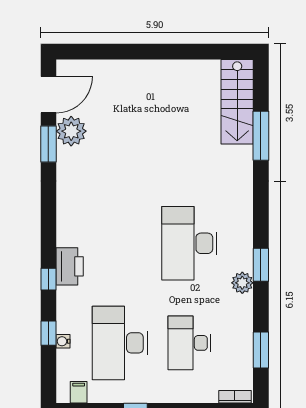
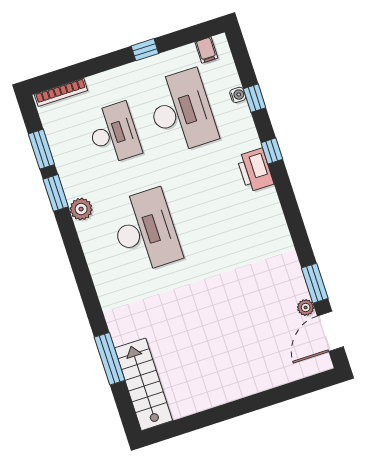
plant: (71, 131) -> (306, 307), width x0.53, depth x0.53
window: (261, 265) -> (56, 193), moved
bookcase: (235, 397) -> (61, 92), width x1.56

